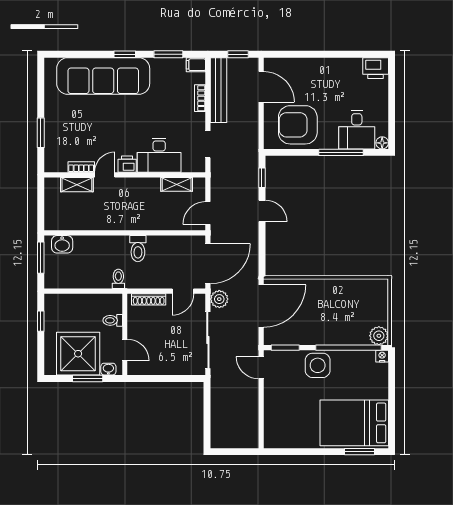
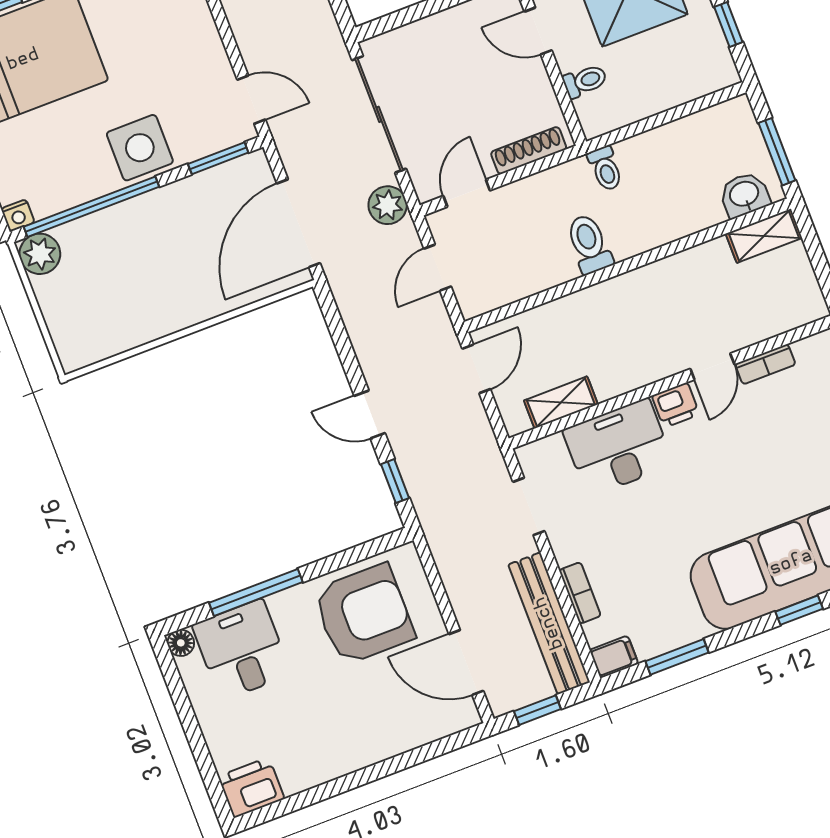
window: (125, 54) -> (799, 610), moved
shelving: (77, 185) -> (764, 236), moved
door: (208, 264) -> (438, 268), width x0.53

